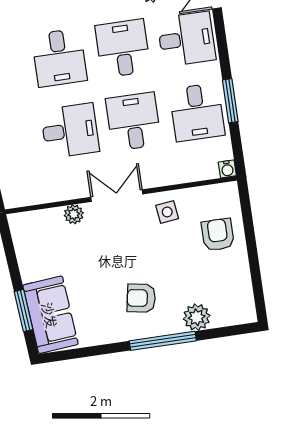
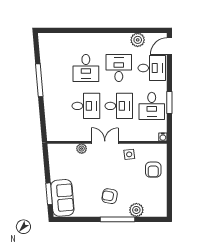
desk: (134, 122) -> (119, 106), turned 90
armchair: (218, 235) -> (153, 170), turned 180

